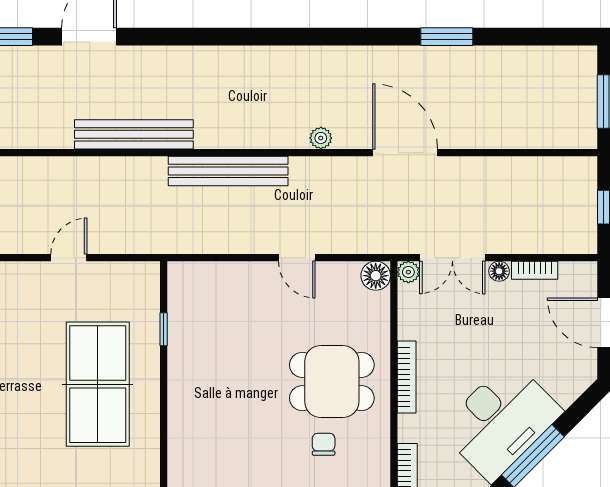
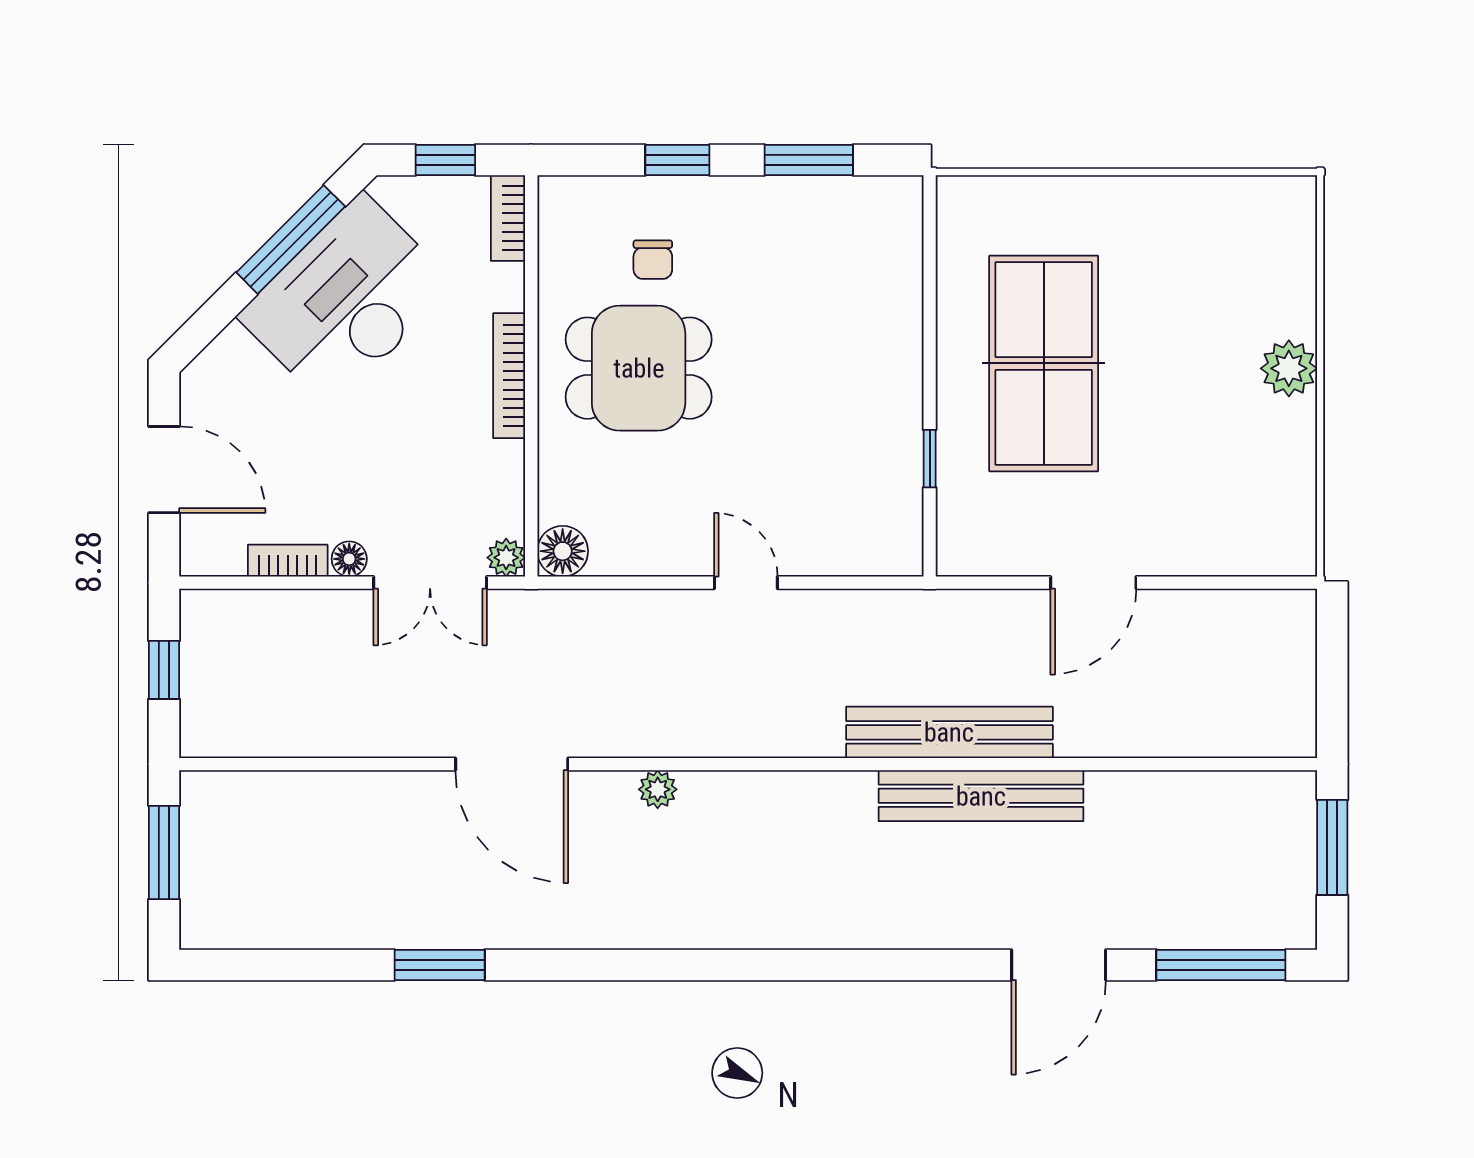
bench: (228, 171) -> (949, 732), moved
door: (69, 258) -> (1093, 583), width x1.38
door: (297, 258) -> (746, 583), moved
double door: (452, 258) -> (430, 583), swing flipped

